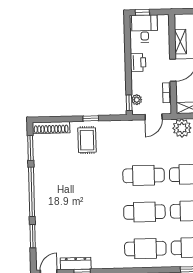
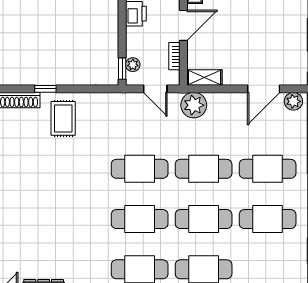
door: (154, 117) -> (155, 89), hinge flipped
window: (91, 118) -> (45, 89), moved

